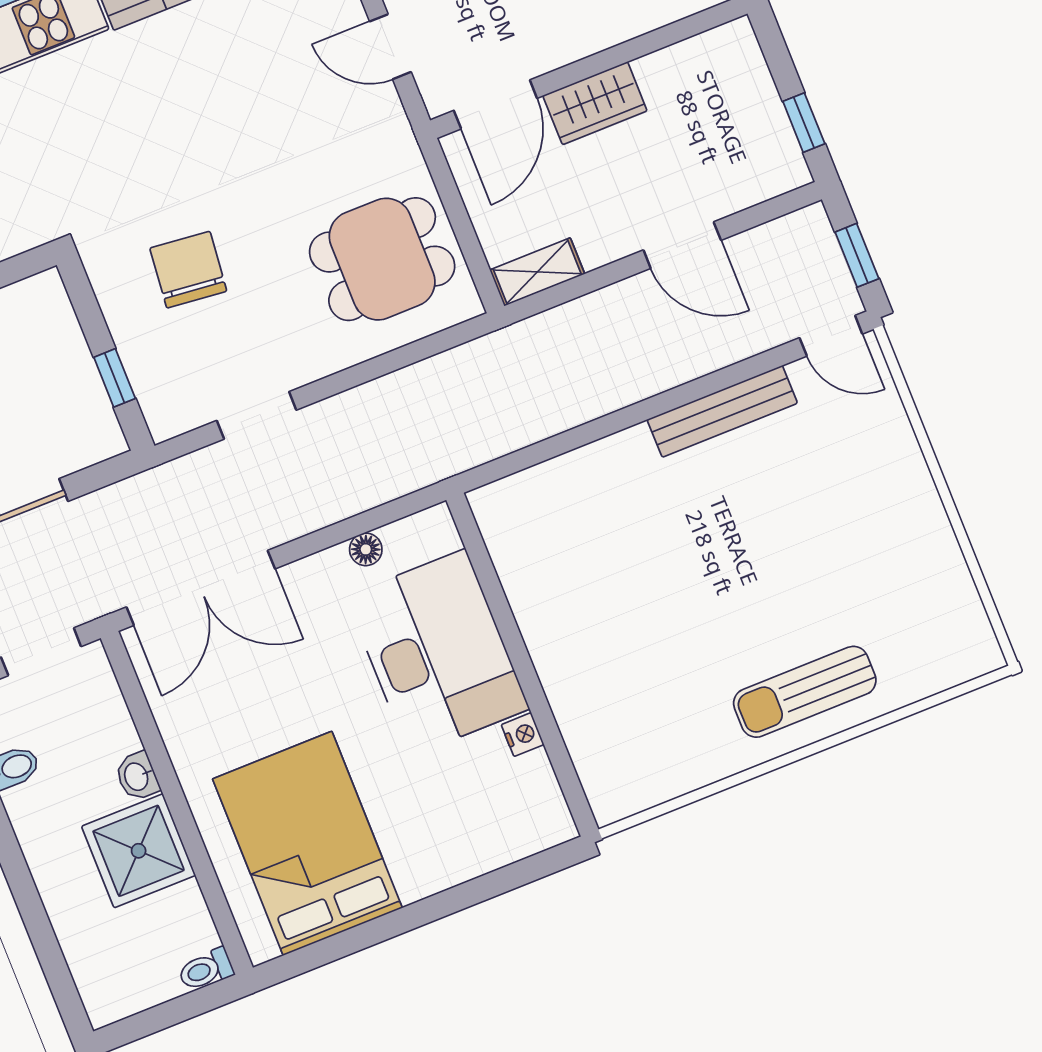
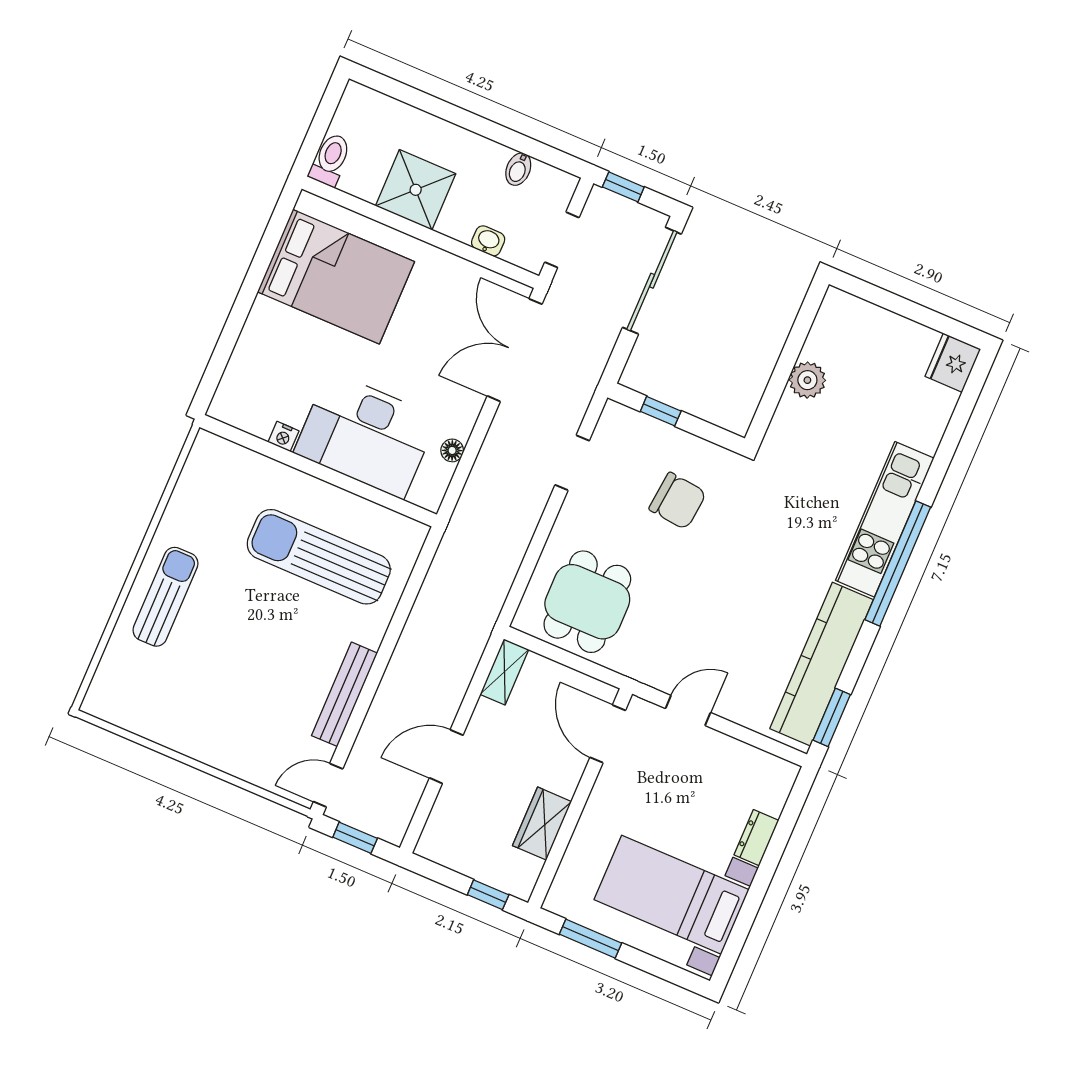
wardrobe: (595, 103) -> (542, 824), moved
window: (804, 123) -> (488, 895), moved
sun lounger: (609, 577) -> (319, 557), added
washbasin: (137, 776) -> (488, 241), moved
toilet: (206, 970) -> (330, 160), width x1.37, depth x1.39

